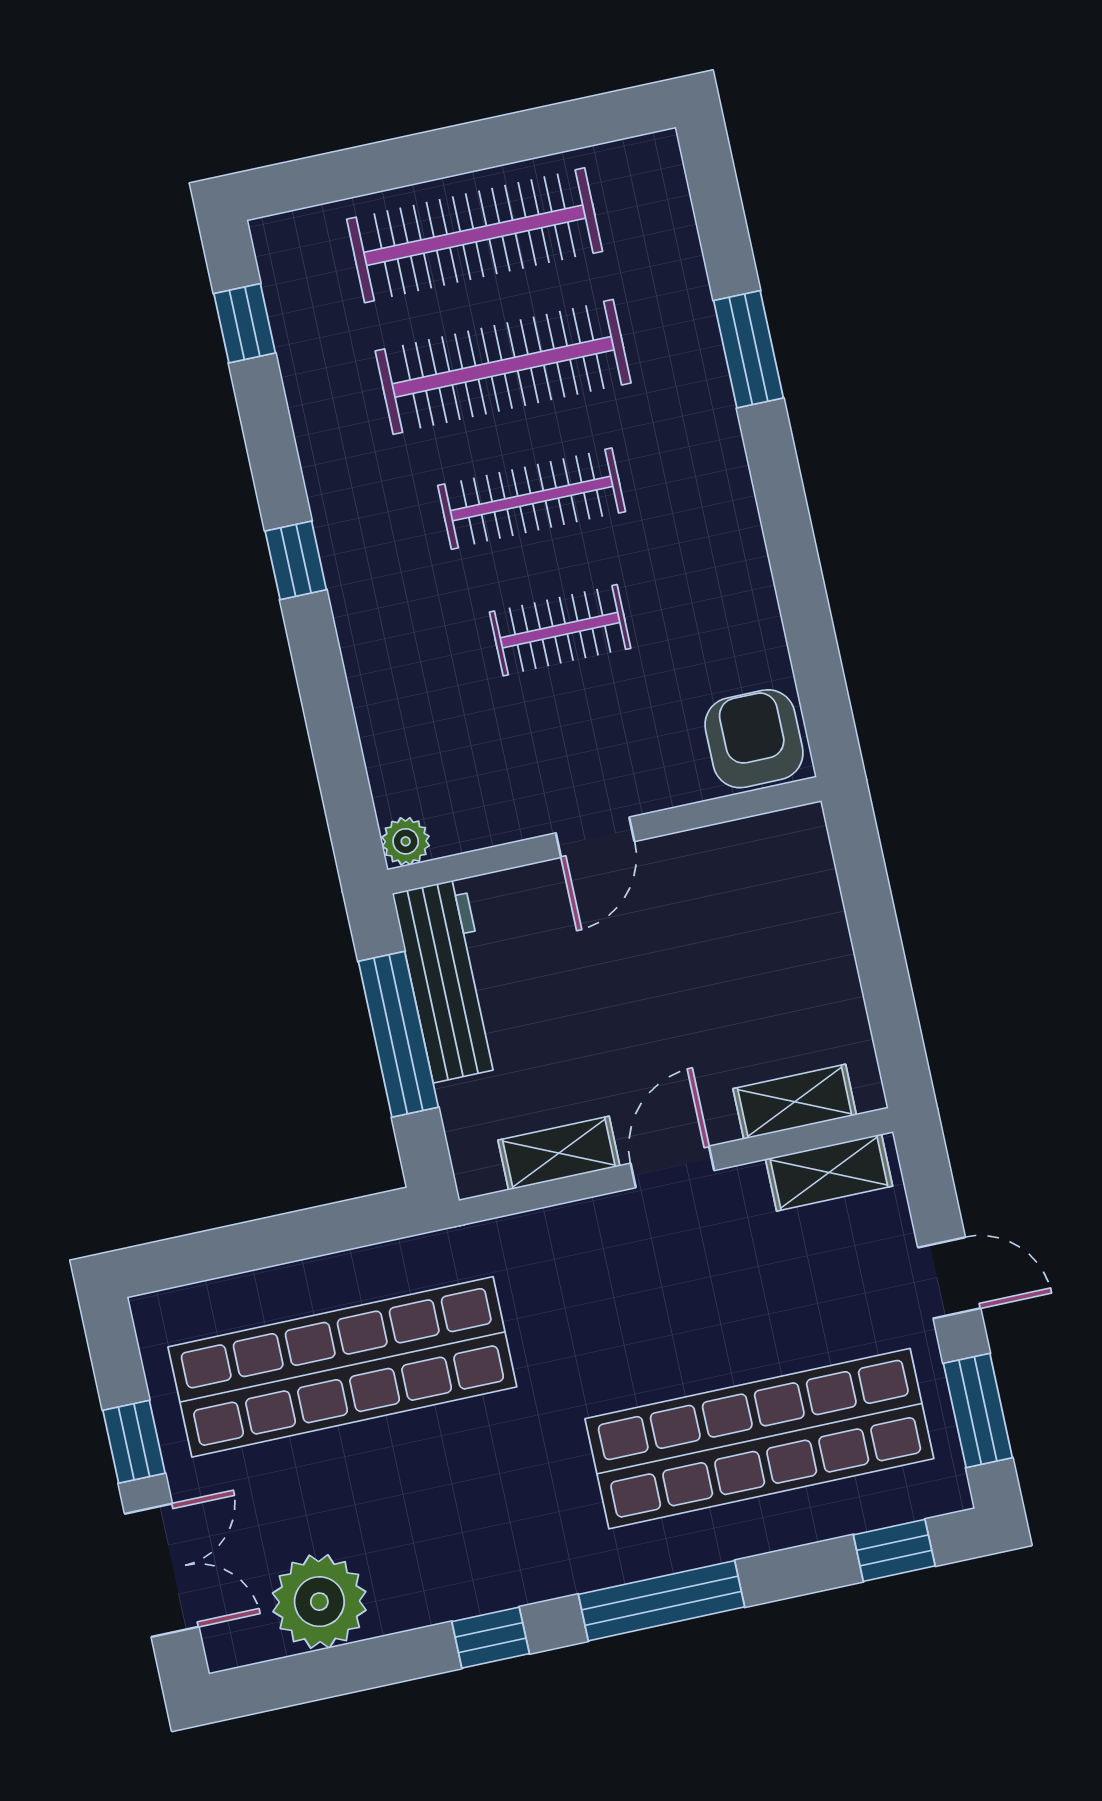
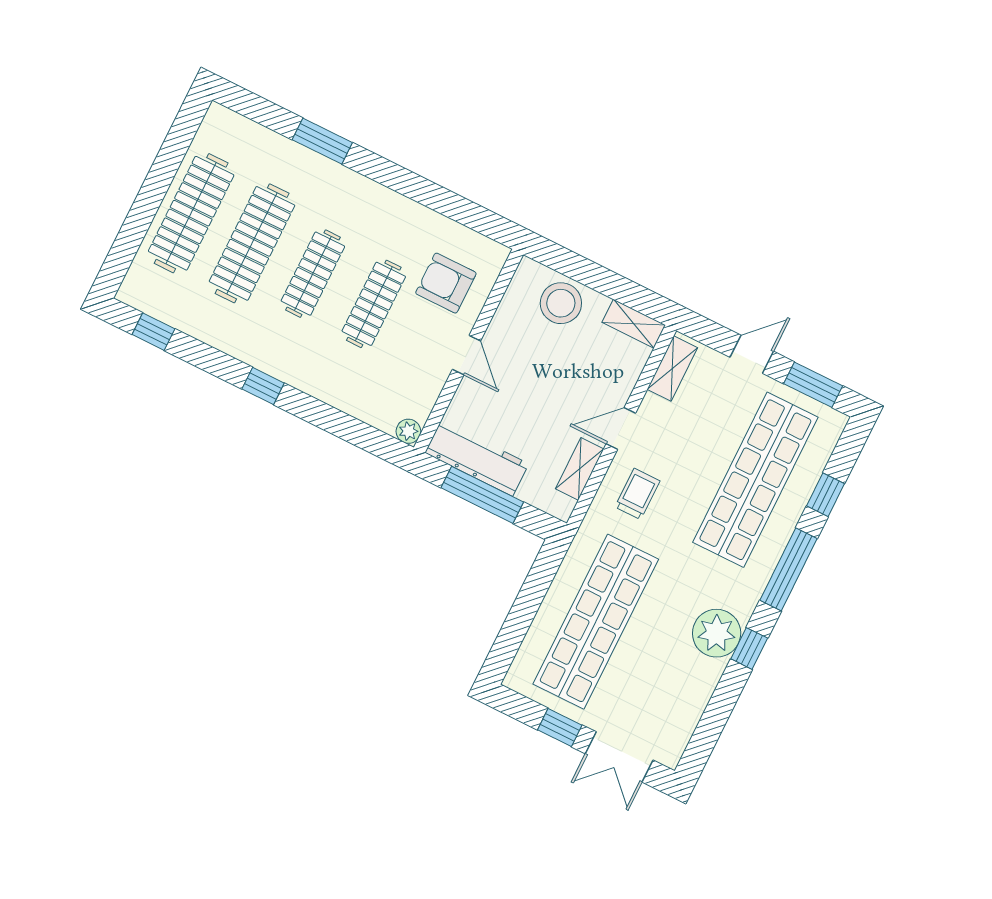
clothes rail: (560, 630) -> (374, 304), width x1.36
armchair: (754, 739) -> (446, 283), moved
stool: (792, 919) -> (561, 303), added
shelving: (795, 1102) -> (634, 324), moved, turned 90
door: (672, 1167) -> (621, 429), hinge flipped
trolley: (592, 1273) -> (637, 494), added
window: (894, 1550) -> (825, 495), moved
double door: (162, 1570) -> (619, 757), swing flipped
plant: (319, 1602) -> (717, 633), moved

